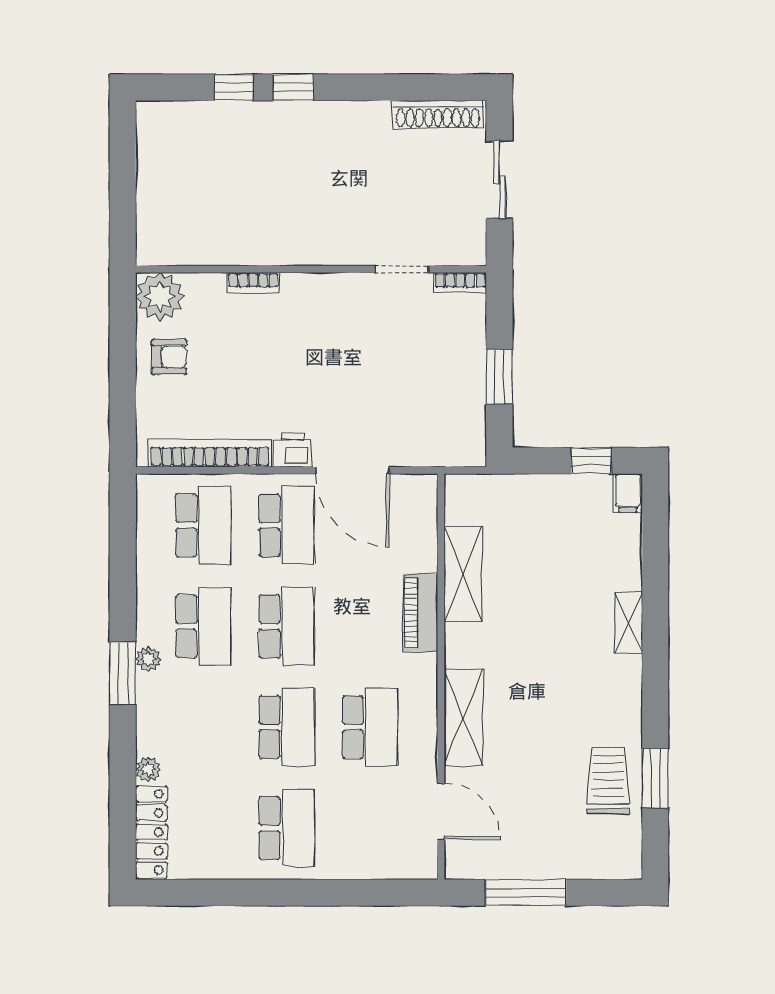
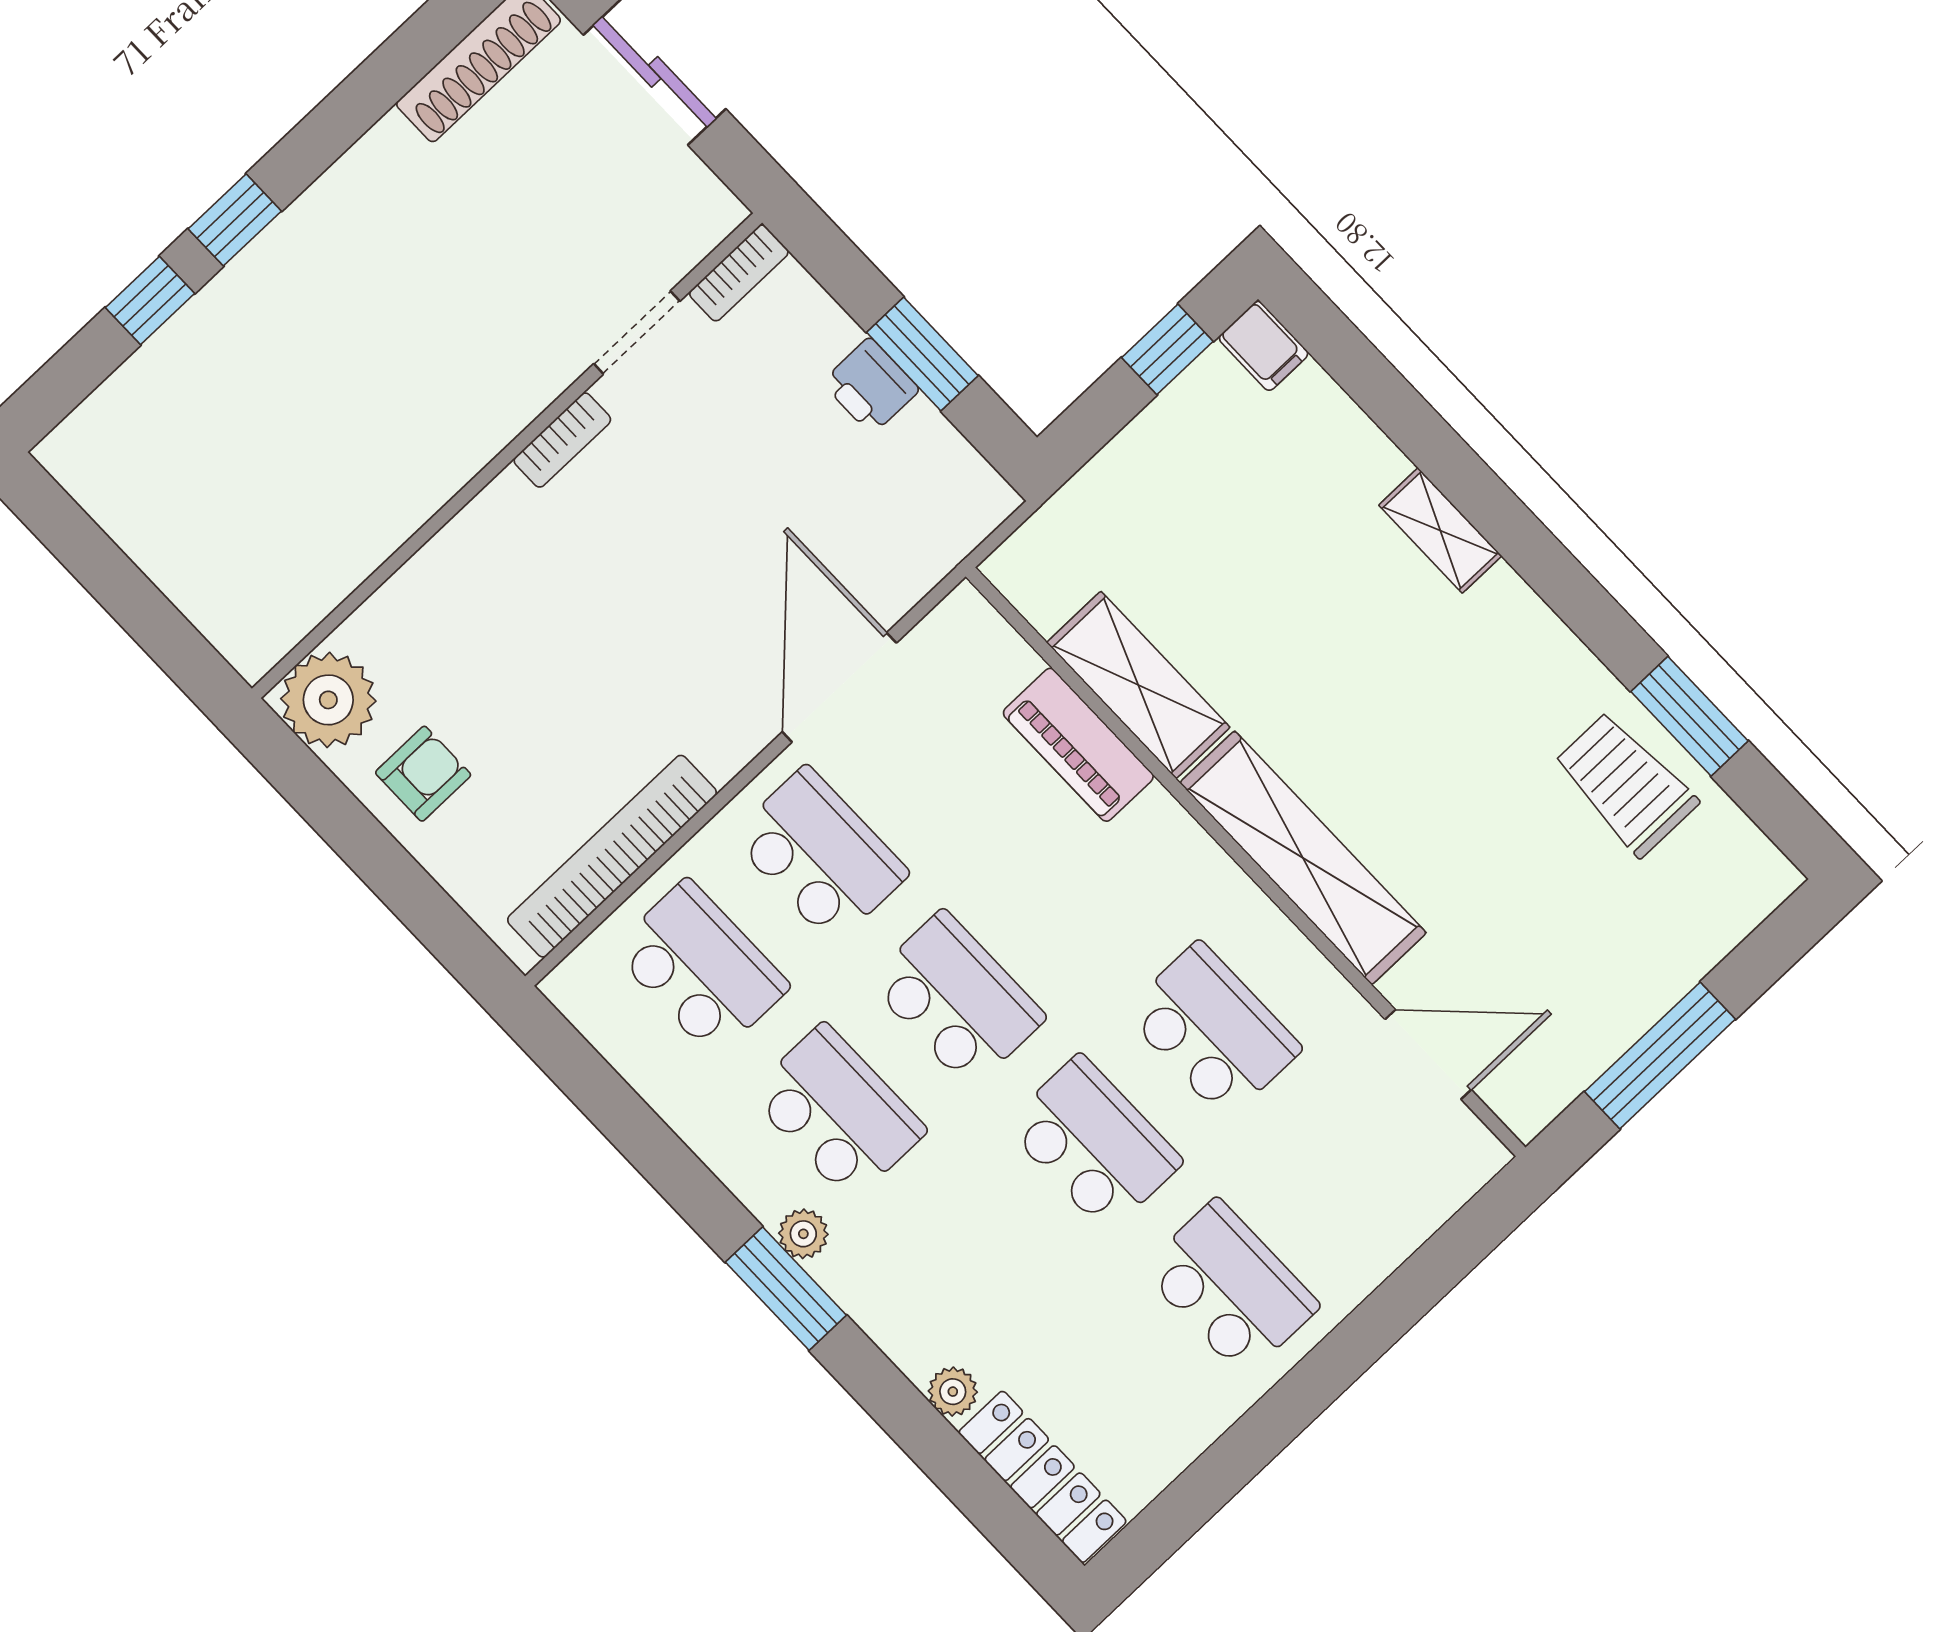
bookcase: (253, 283) -> (562, 440), moved
printer: (293, 450) -> (871, 386), moved, turned -90
door: (352, 470) -> (839, 687), swing flipped
piano: (420, 613) -> (1078, 745), moved
shelving: (464, 718) -> (1303, 858), width x1.47

